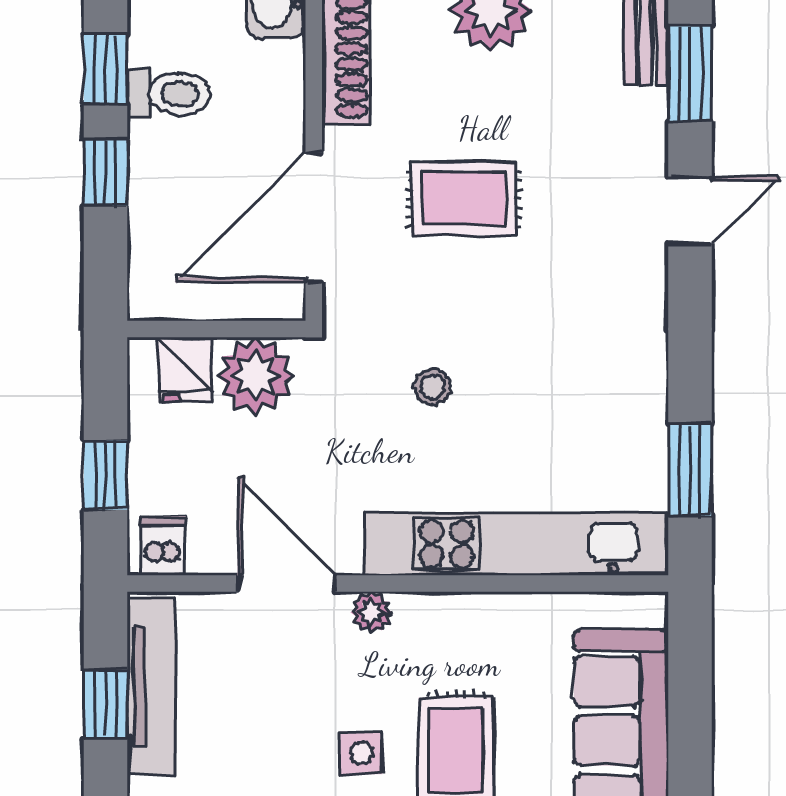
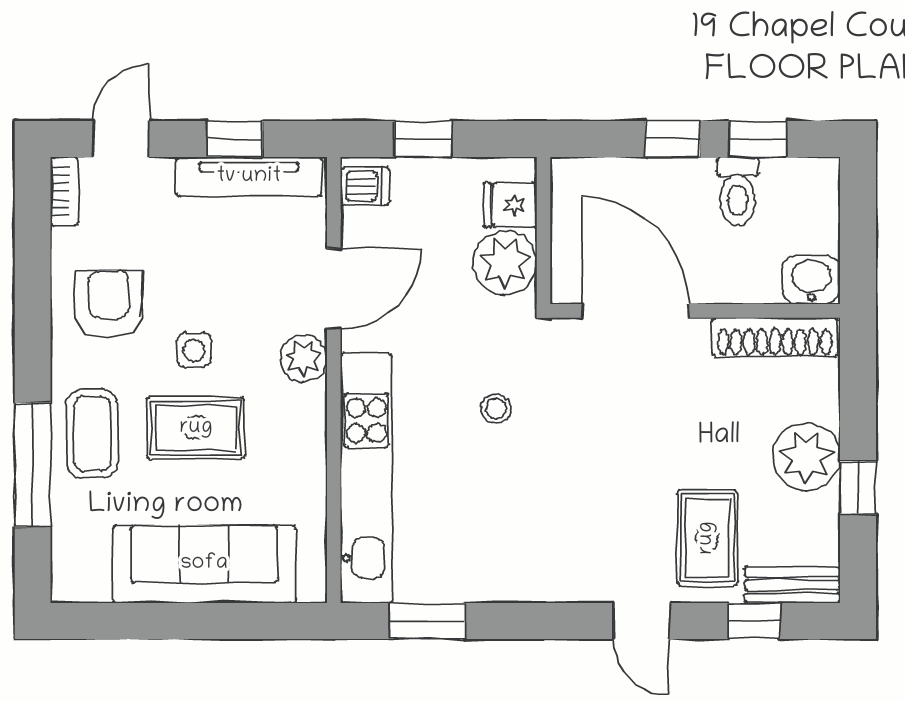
window: (690, 73) -> (754, 621), width x0.67
rug: (464, 199) -> (707, 538), moved
plant: (371, 612) -> (304, 358), width x1.38, depth x1.38

